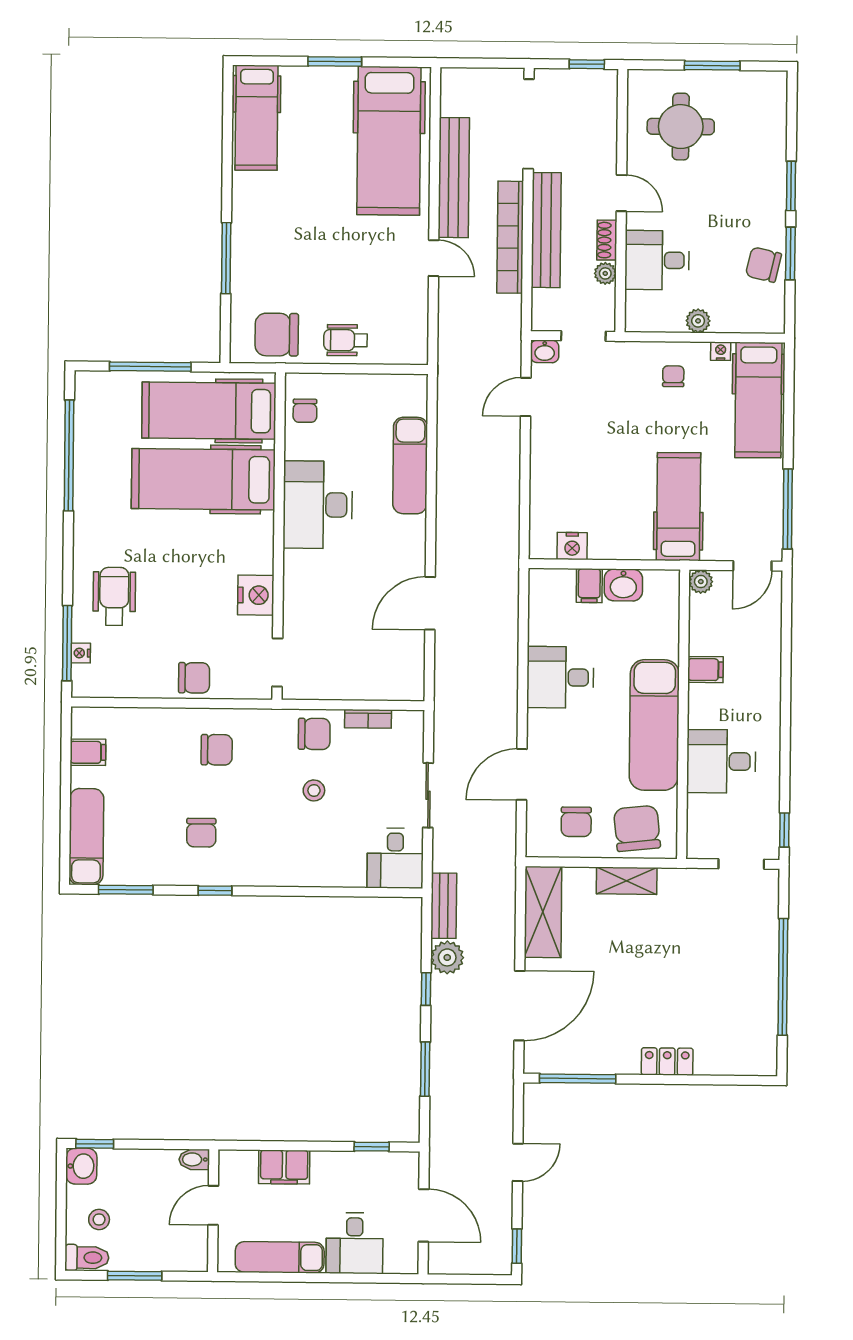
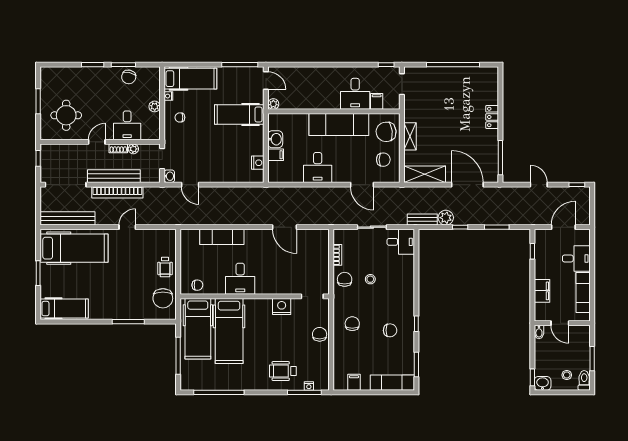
bench: (454, 178) -> (68, 218), moved
desk: (318, 505) -> (240, 279), width x0.73
filing cabinet: (706, 670) -> (377, 101), moved

